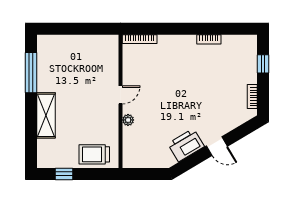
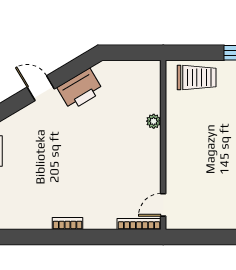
bookcase: (209, 39) -> (68, 223), moved
door: (121, 95) -> (163, 205), moved

